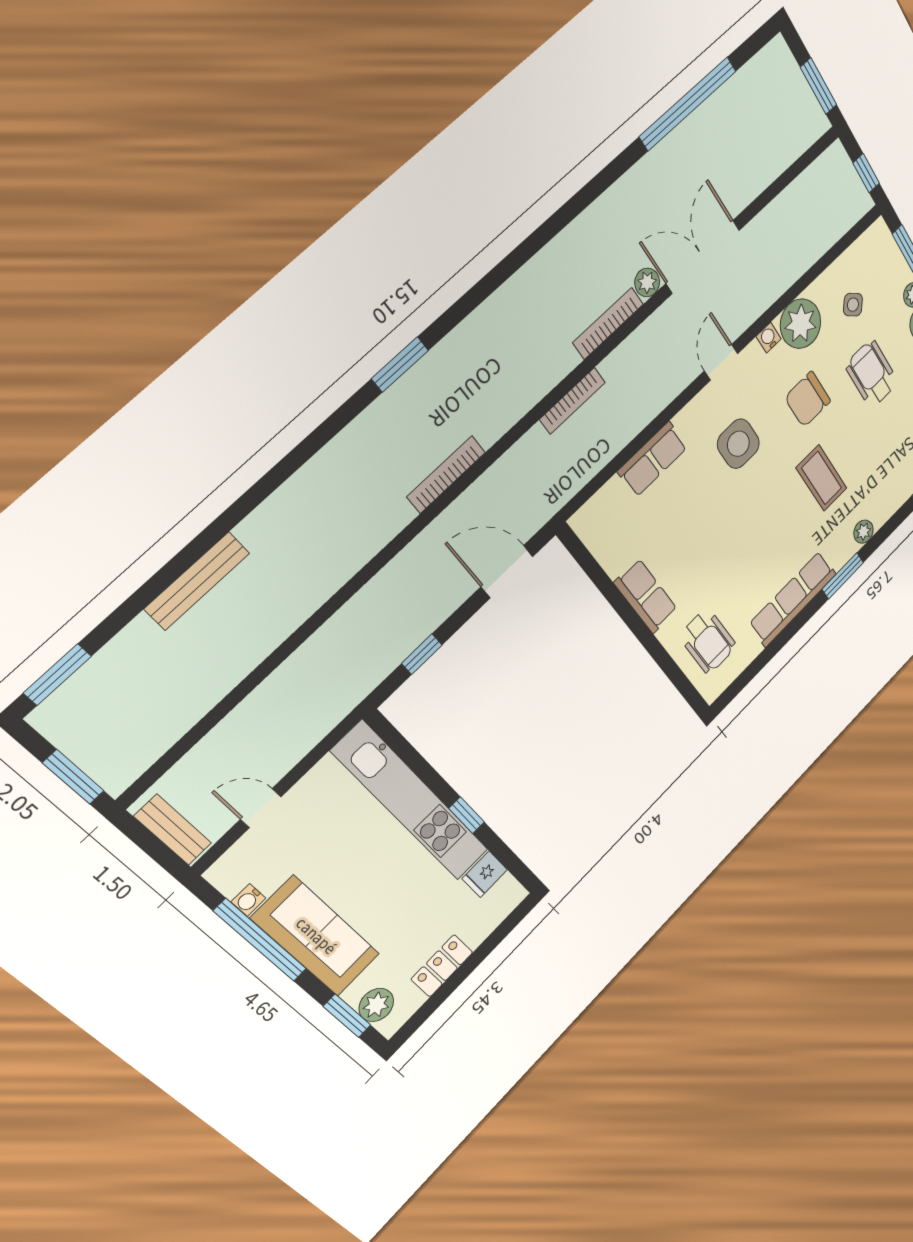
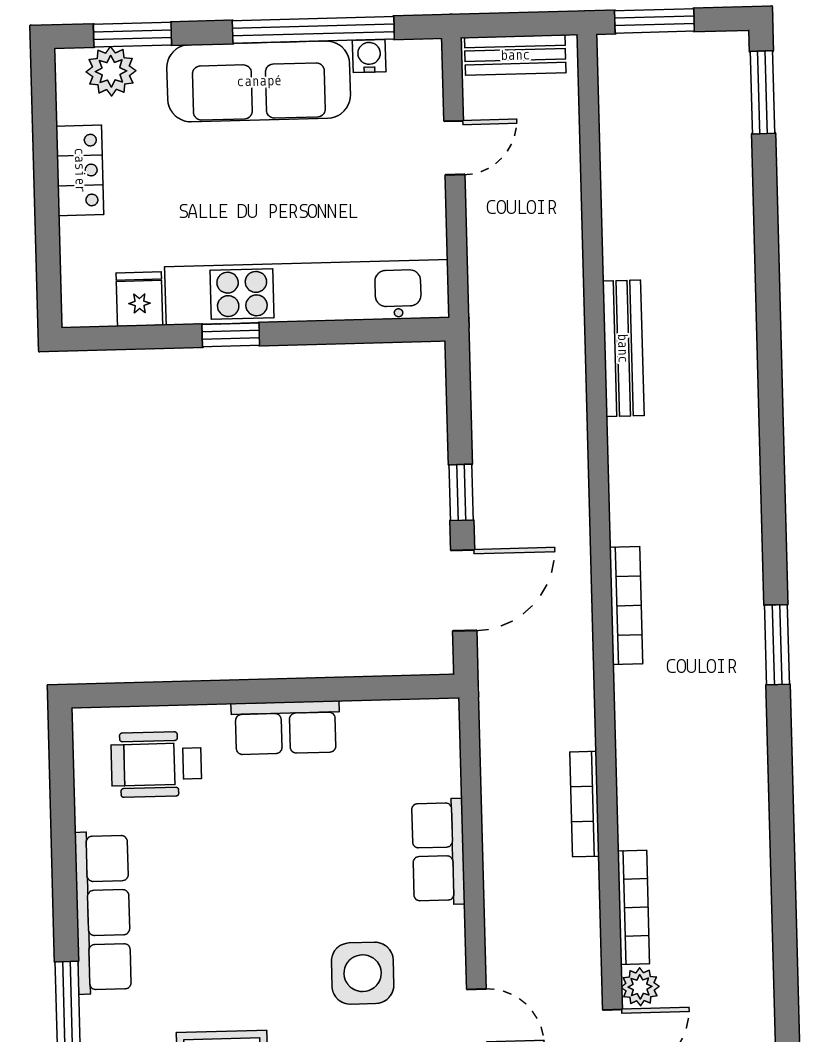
bench: (197, 581) -> (623, 348), moved
window: (422, 654) -> (461, 492), moved

